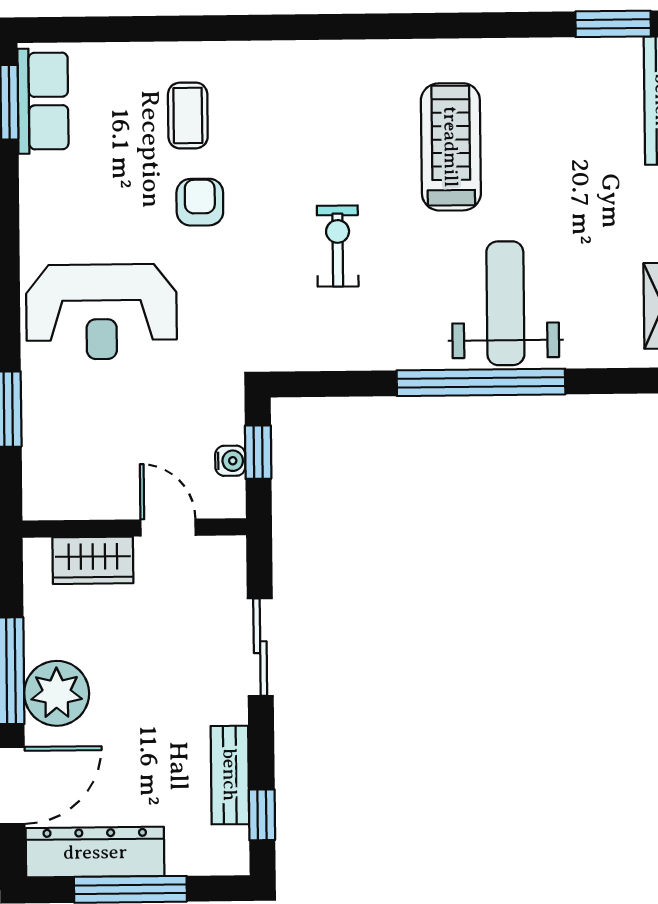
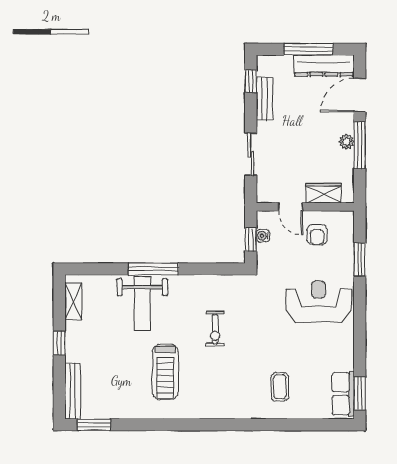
armchair: (200, 202) -> (317, 235), moved
window: (481, 382) -> (153, 269), width x0.68
plant: (57, 693) -> (346, 142), width x0.53, depth x0.53

